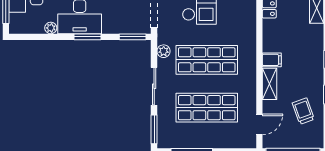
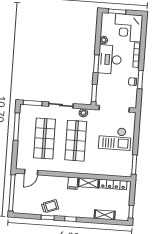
shelving: (270, 84) -> (88, 183), moved
trolley: (303, 111) -> (50, 206), moved
door: (259, 124) -> (31, 172), hinge flipped

